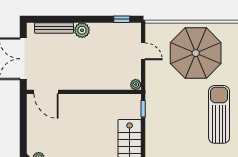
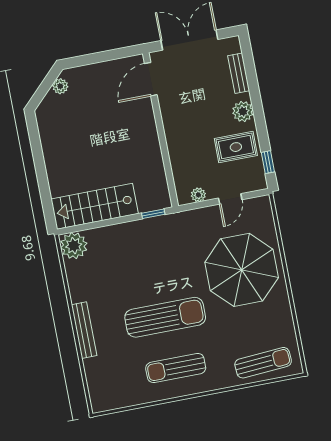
bench: (54, 28) -> (239, 73), width x0.73
rug: (107, 40) -> (236, 147), added
plant: (136, 85) -> (198, 195), moved

